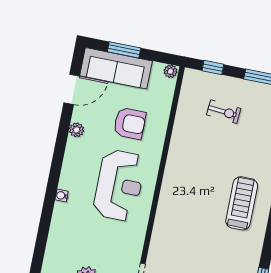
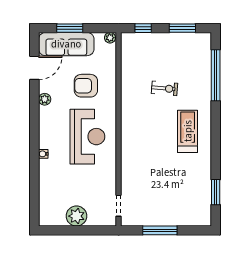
exercise bike: (224, 112) -> (165, 88), moved
armchair: (130, 123) -> (86, 86), turned 180

